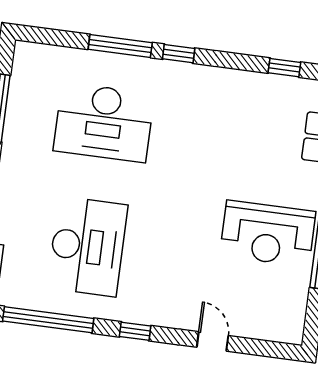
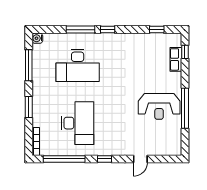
water cooler: (25, 52) -> (37, 38), added
door: (213, 341) -> (140, 159), swing flipped

